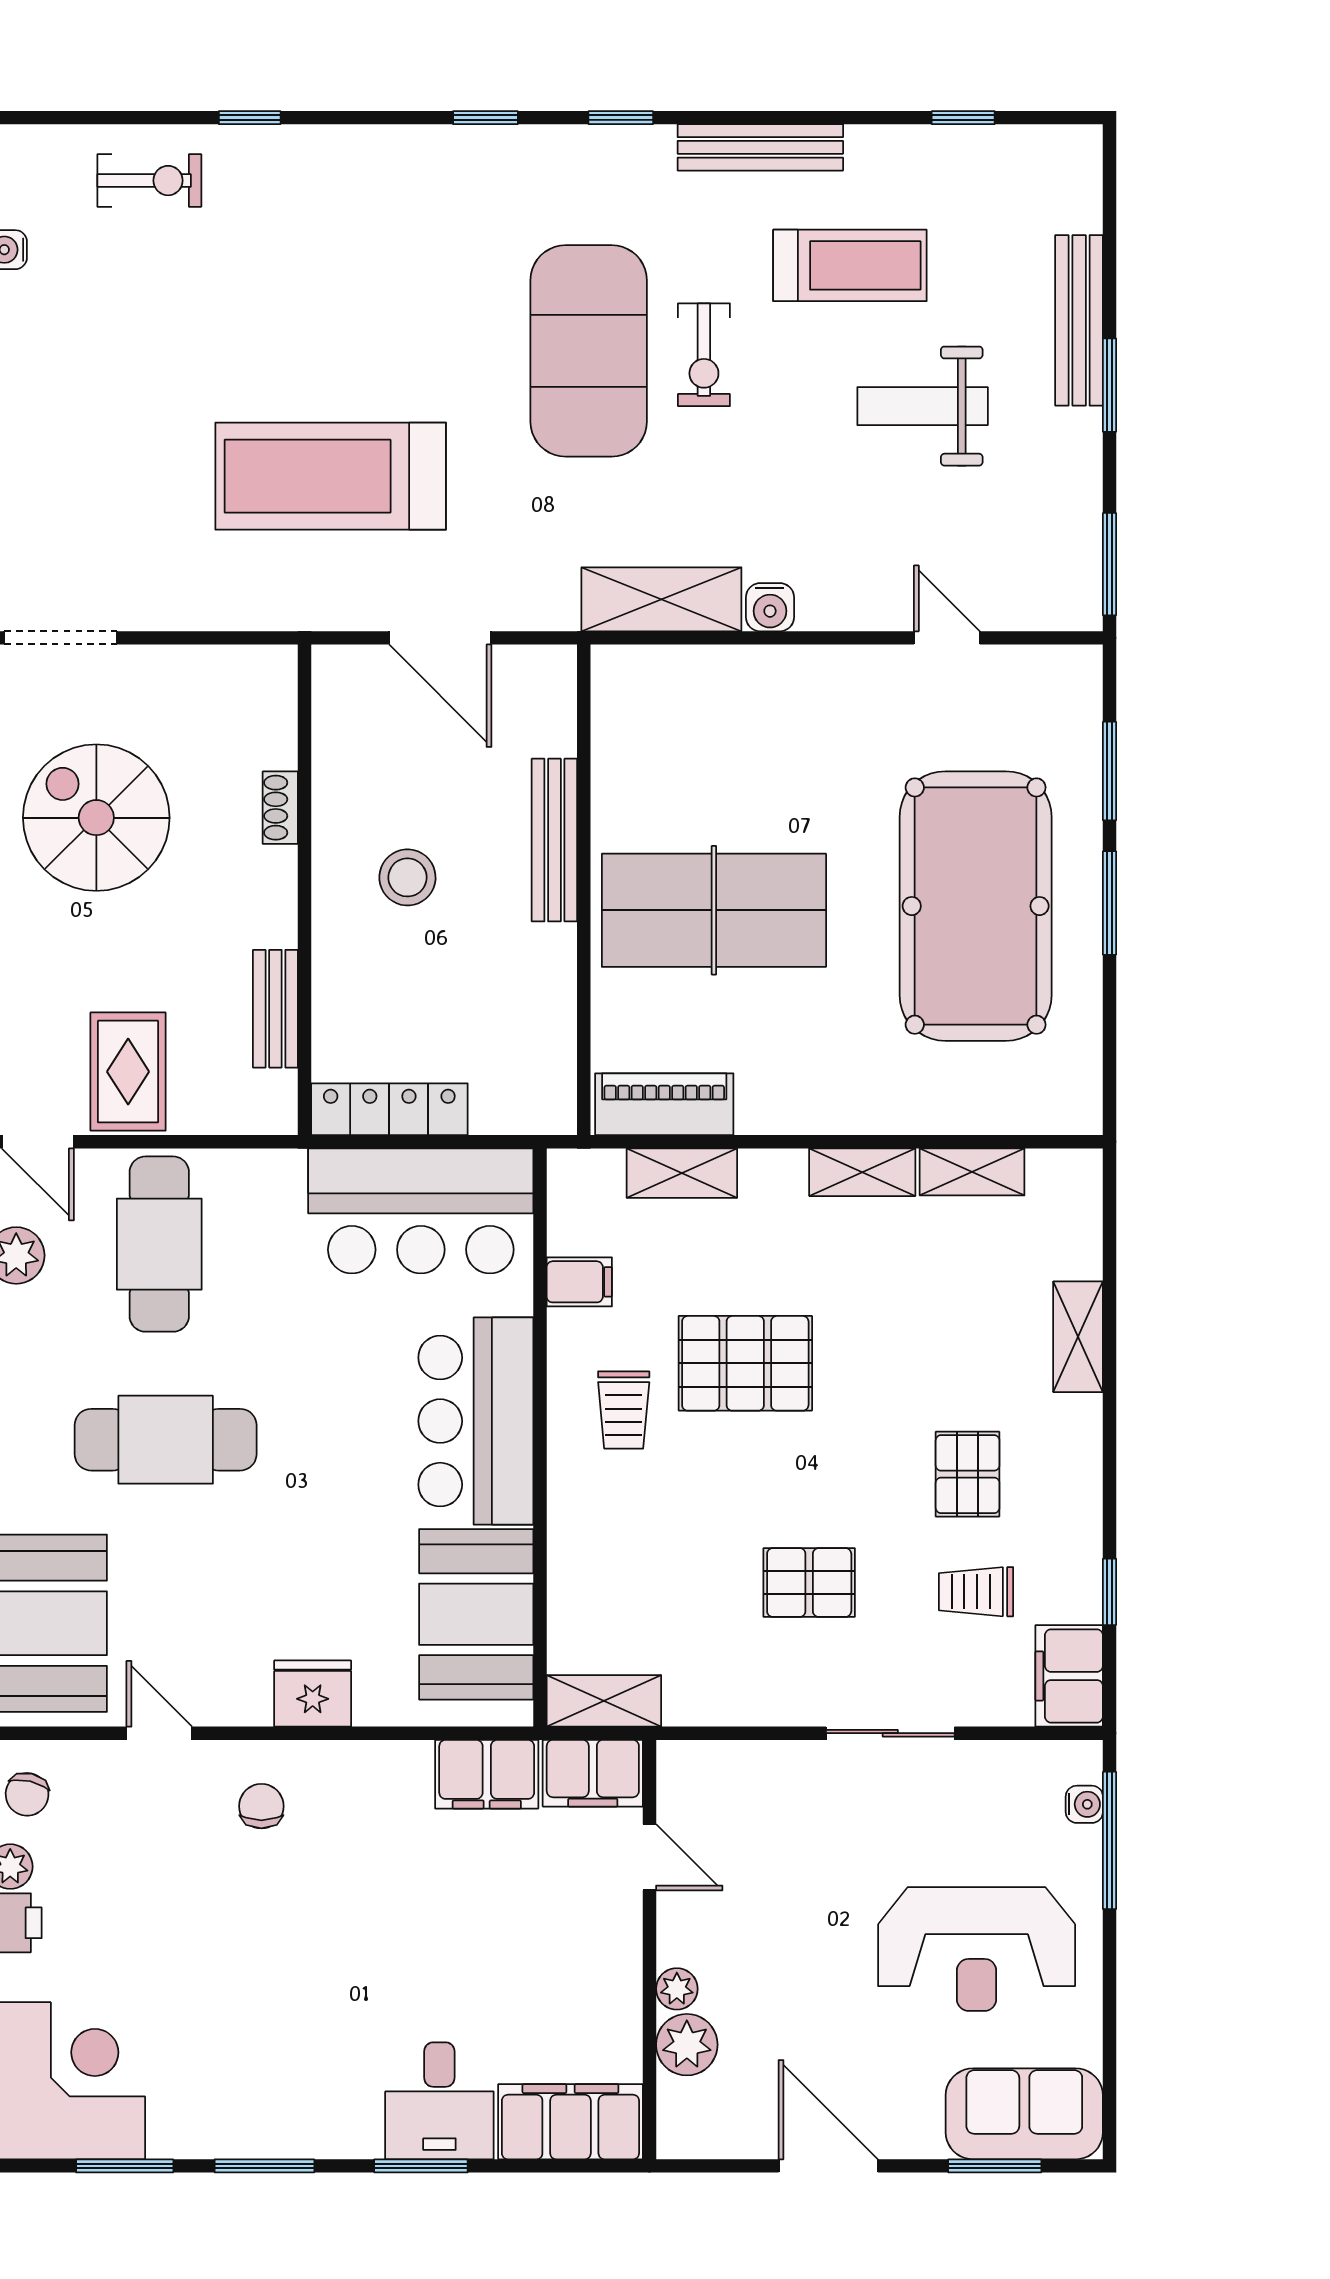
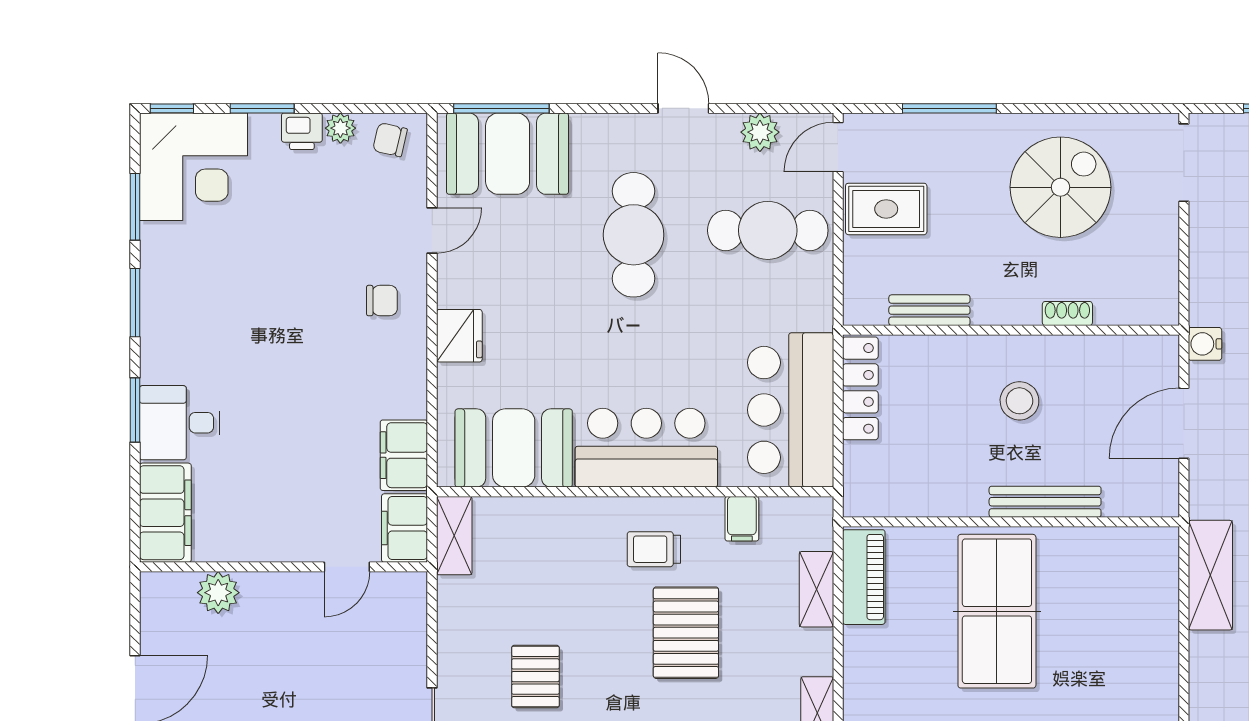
water cooler: (770, 607) -> (1205, 344), moved
plant: (677, 1989) -> (257, 586), removed

